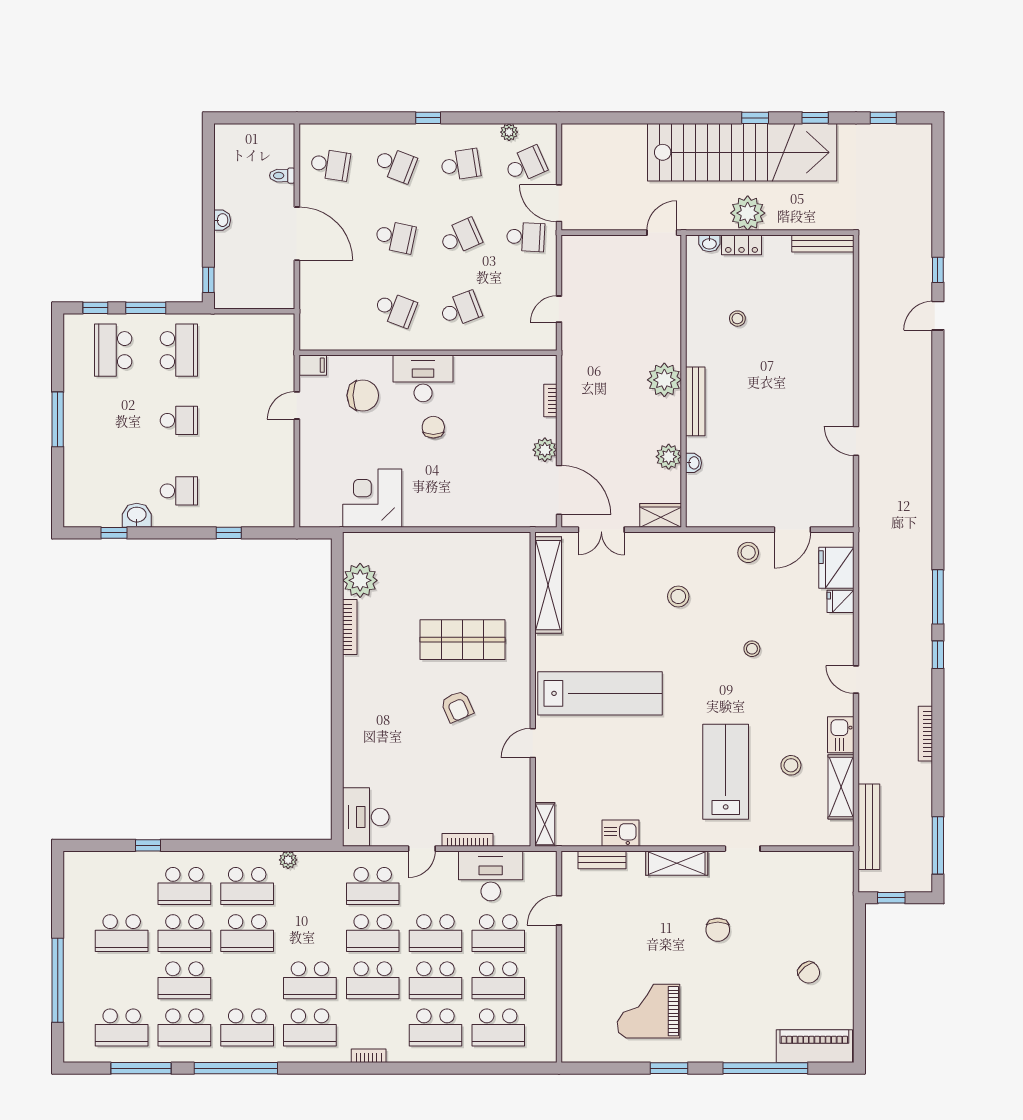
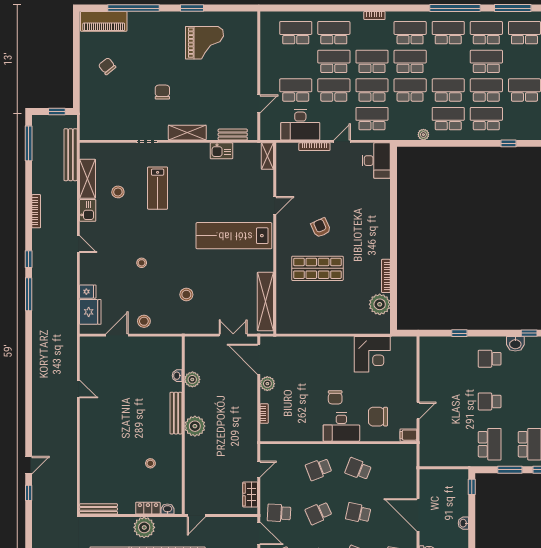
school desk: (179, 350) -> (490, 444), turned 180
wardrobe: (661, 515) -> (250, 494), moved, turned 90
lab bench: (726, 772) -> (158, 188), width x0.73, depth x0.72
school desk: (498, 980) -> (410, 90), moved

